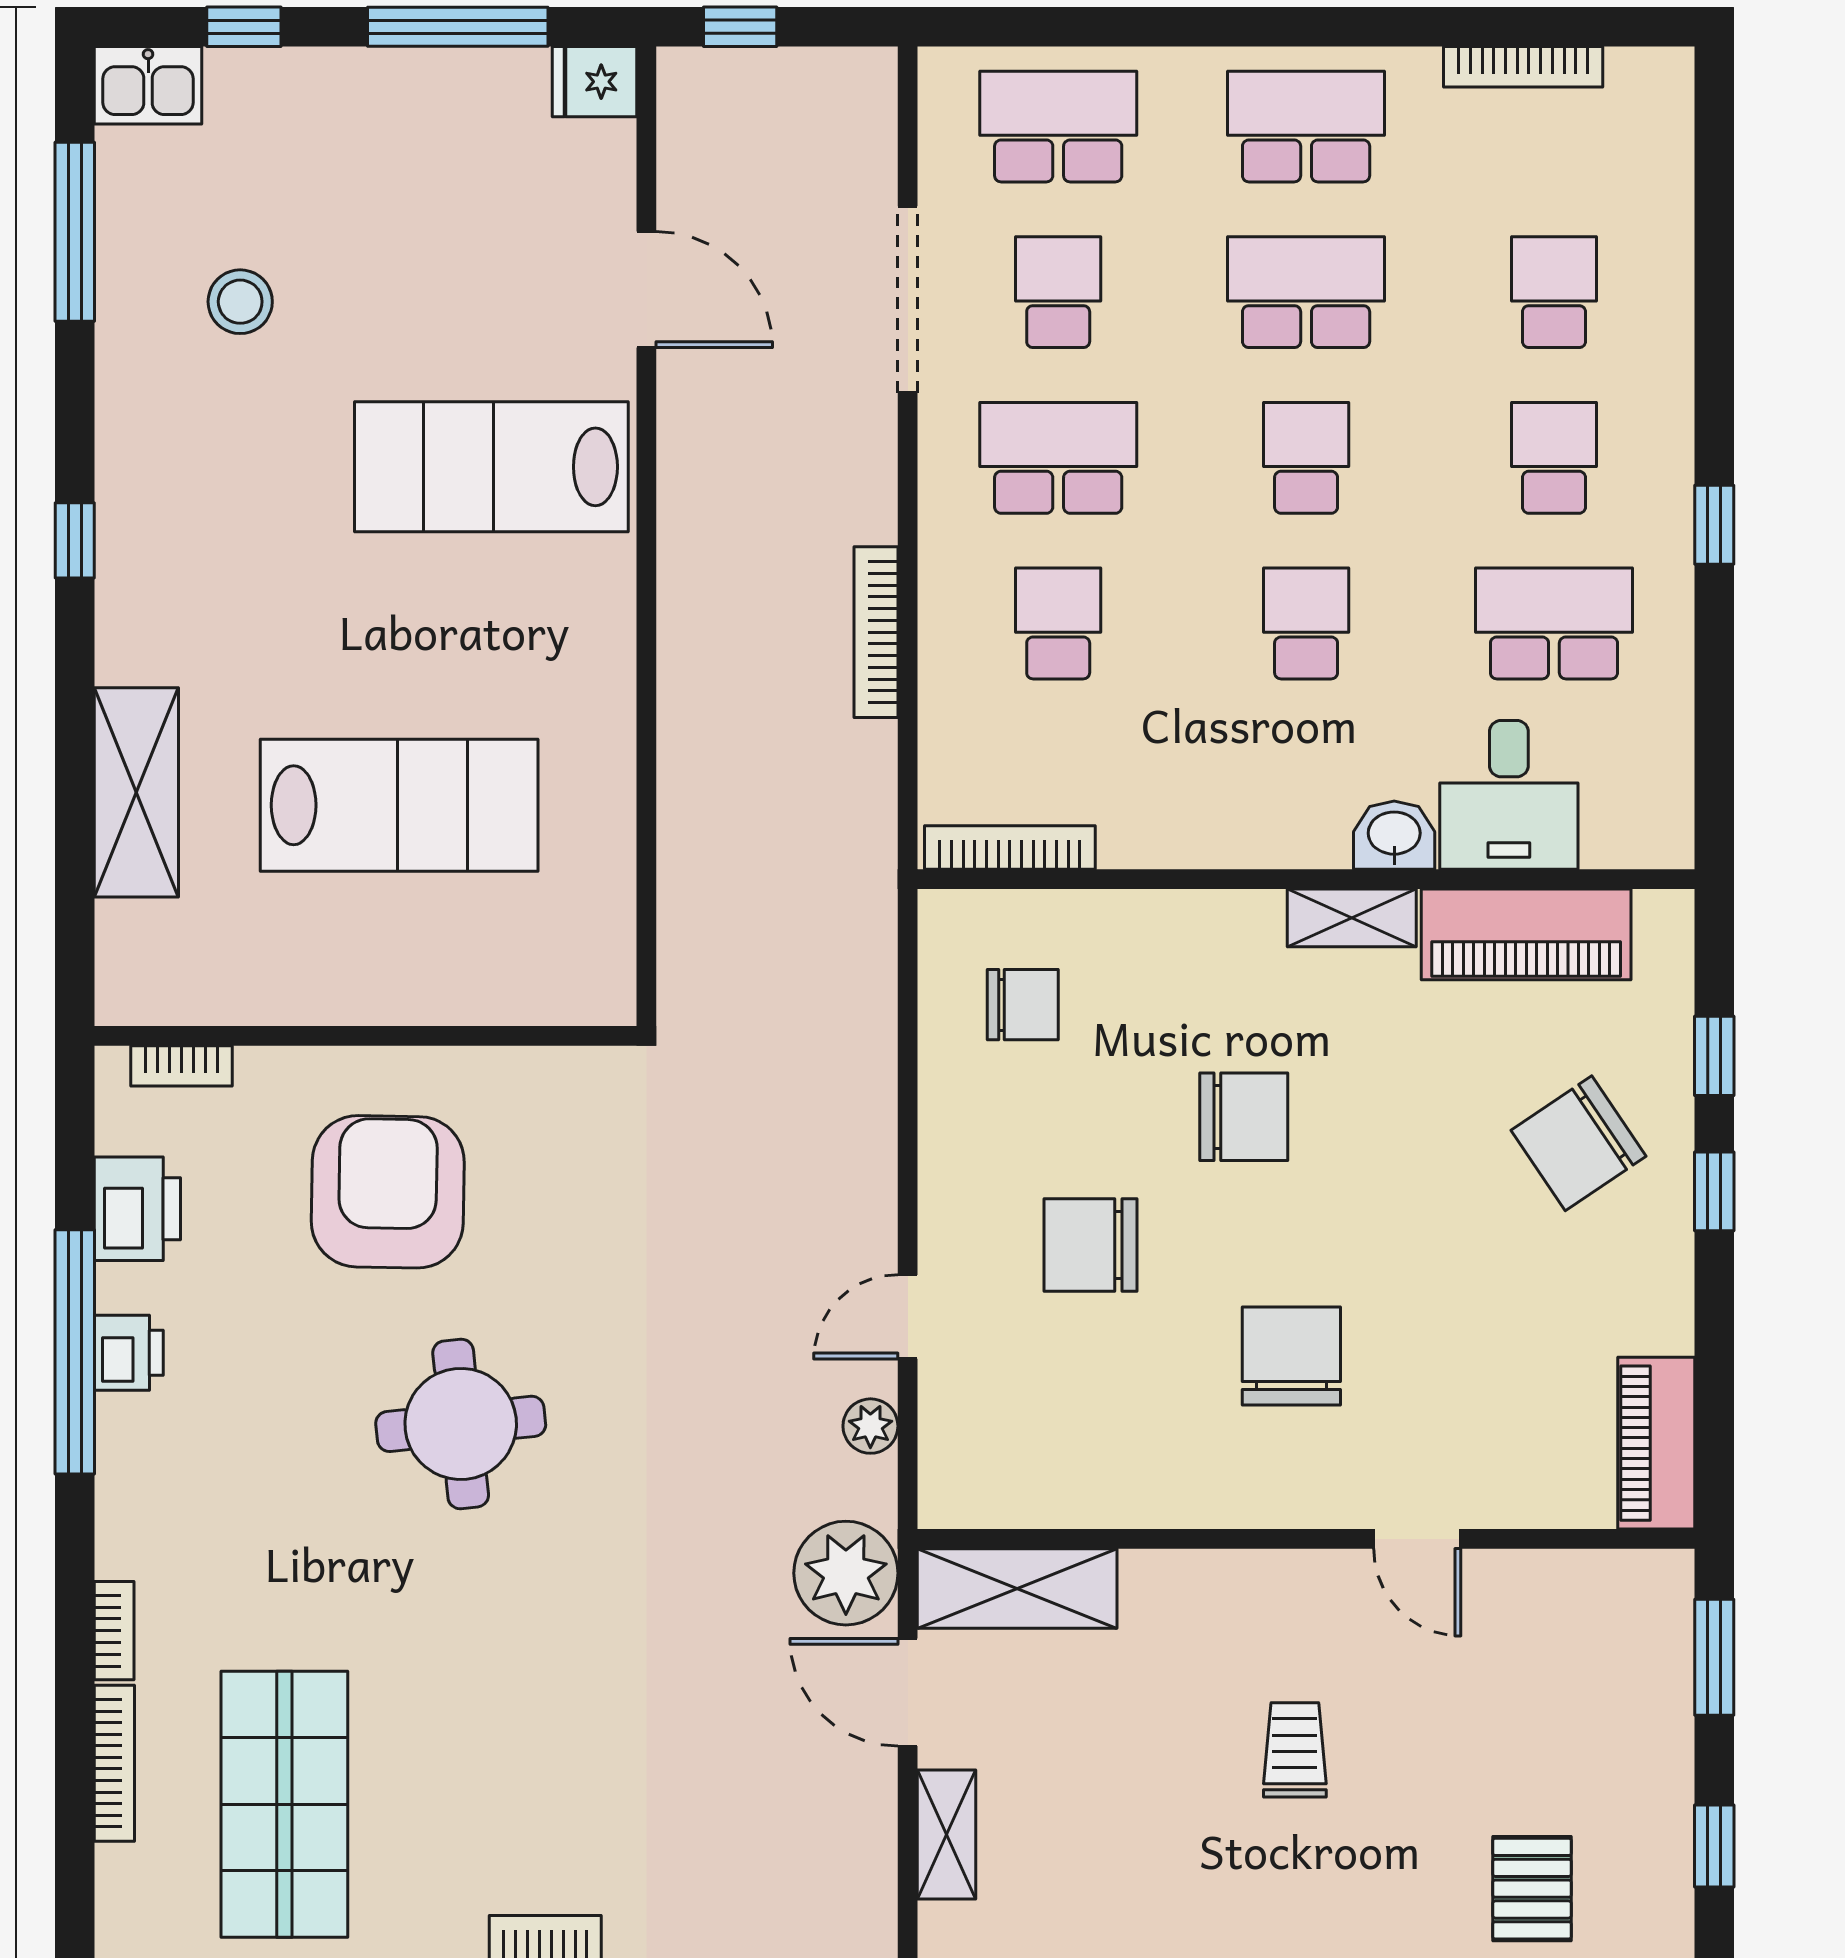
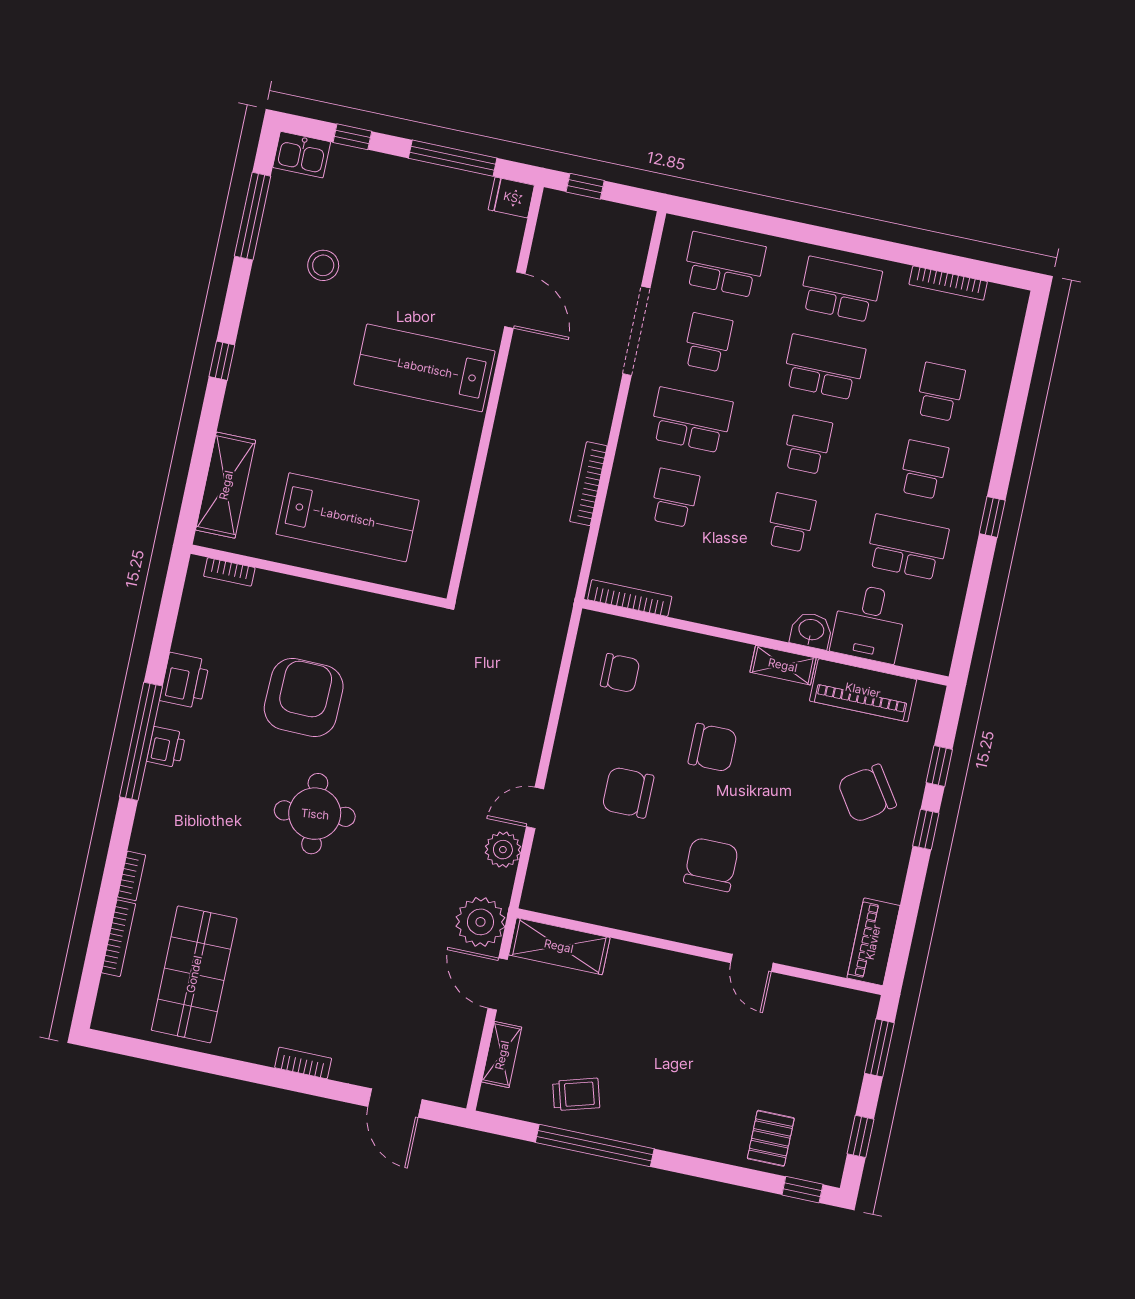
wall: (365, 1036) -> (319, 576), moved
bookcase: (182, 1066) -> (229, 572), moved
plant: (870, 1426) -> (503, 850), width x1.38, depth x1.38
trolley: (1295, 1750) -> (576, 1094), moved, turned 74

